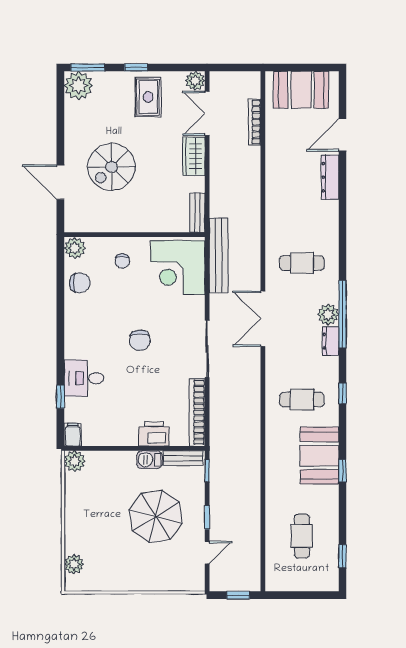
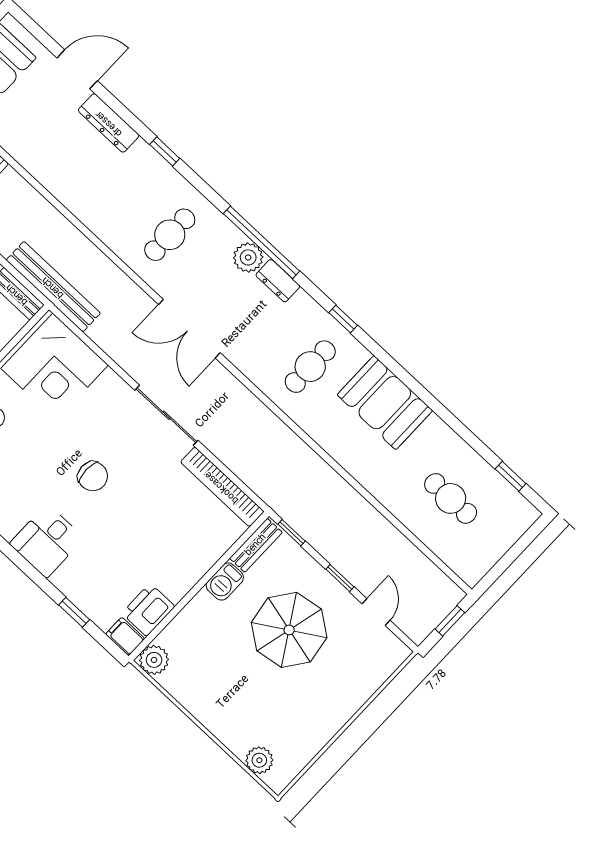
door: (343, 135) -> (77, 69), swing flipped
bench: (219, 255) -> (53, 287), moved
desk: (84, 378) -> (47, 541), moved
printer: (154, 434) -> (148, 610), moved
window: (343, 471) -> (165, 151), moved

